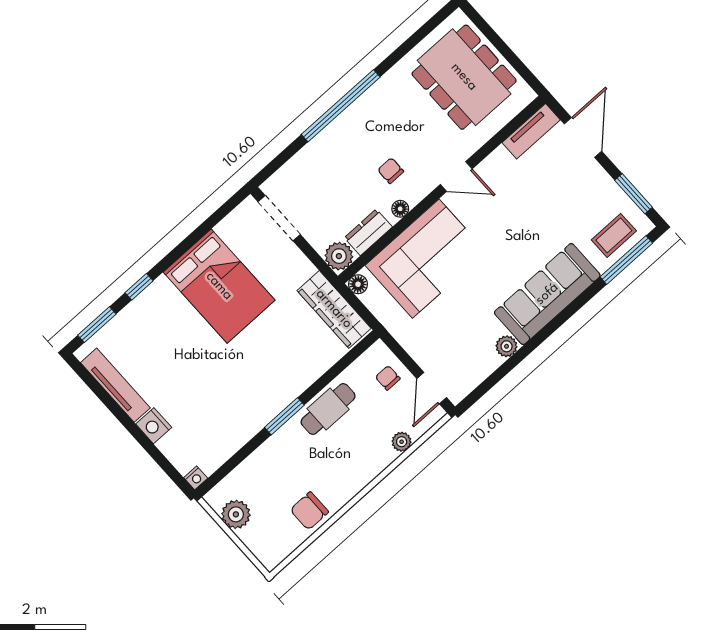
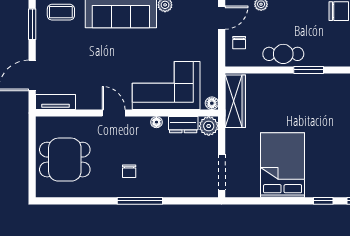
dining table: (464, 77) -> (65, 160), width x0.73
window: (341, 106) -> (140, 201), width x0.68
chair: (391, 171) -> (129, 171), moved

